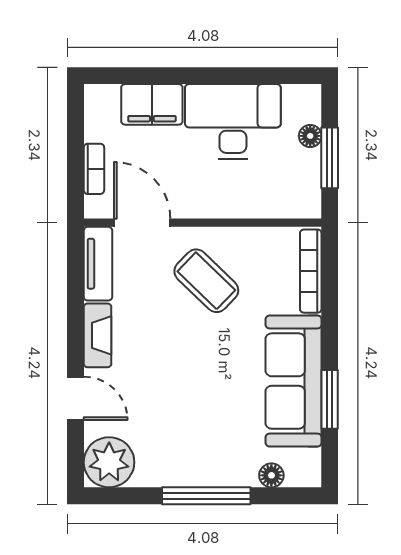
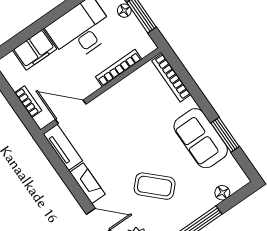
bookcase: (248, 209) -> (119, 68), added
coffee table: (206, 281) -> (155, 186), moved
sofa: (294, 381) -> (201, 138), width x0.73

